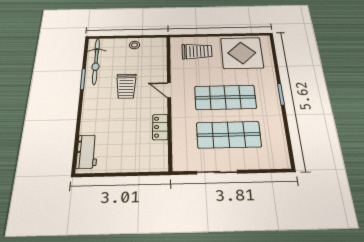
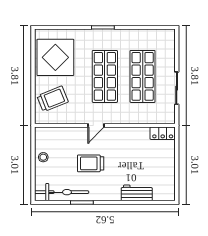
trolley: (197, 51) -> (53, 99), turned 68
trolley: (126, 86) -> (91, 163), turned 180
locker: (160, 127) -> (163, 133), moved
workbench: (87, 152) -> (137, 193), moved

